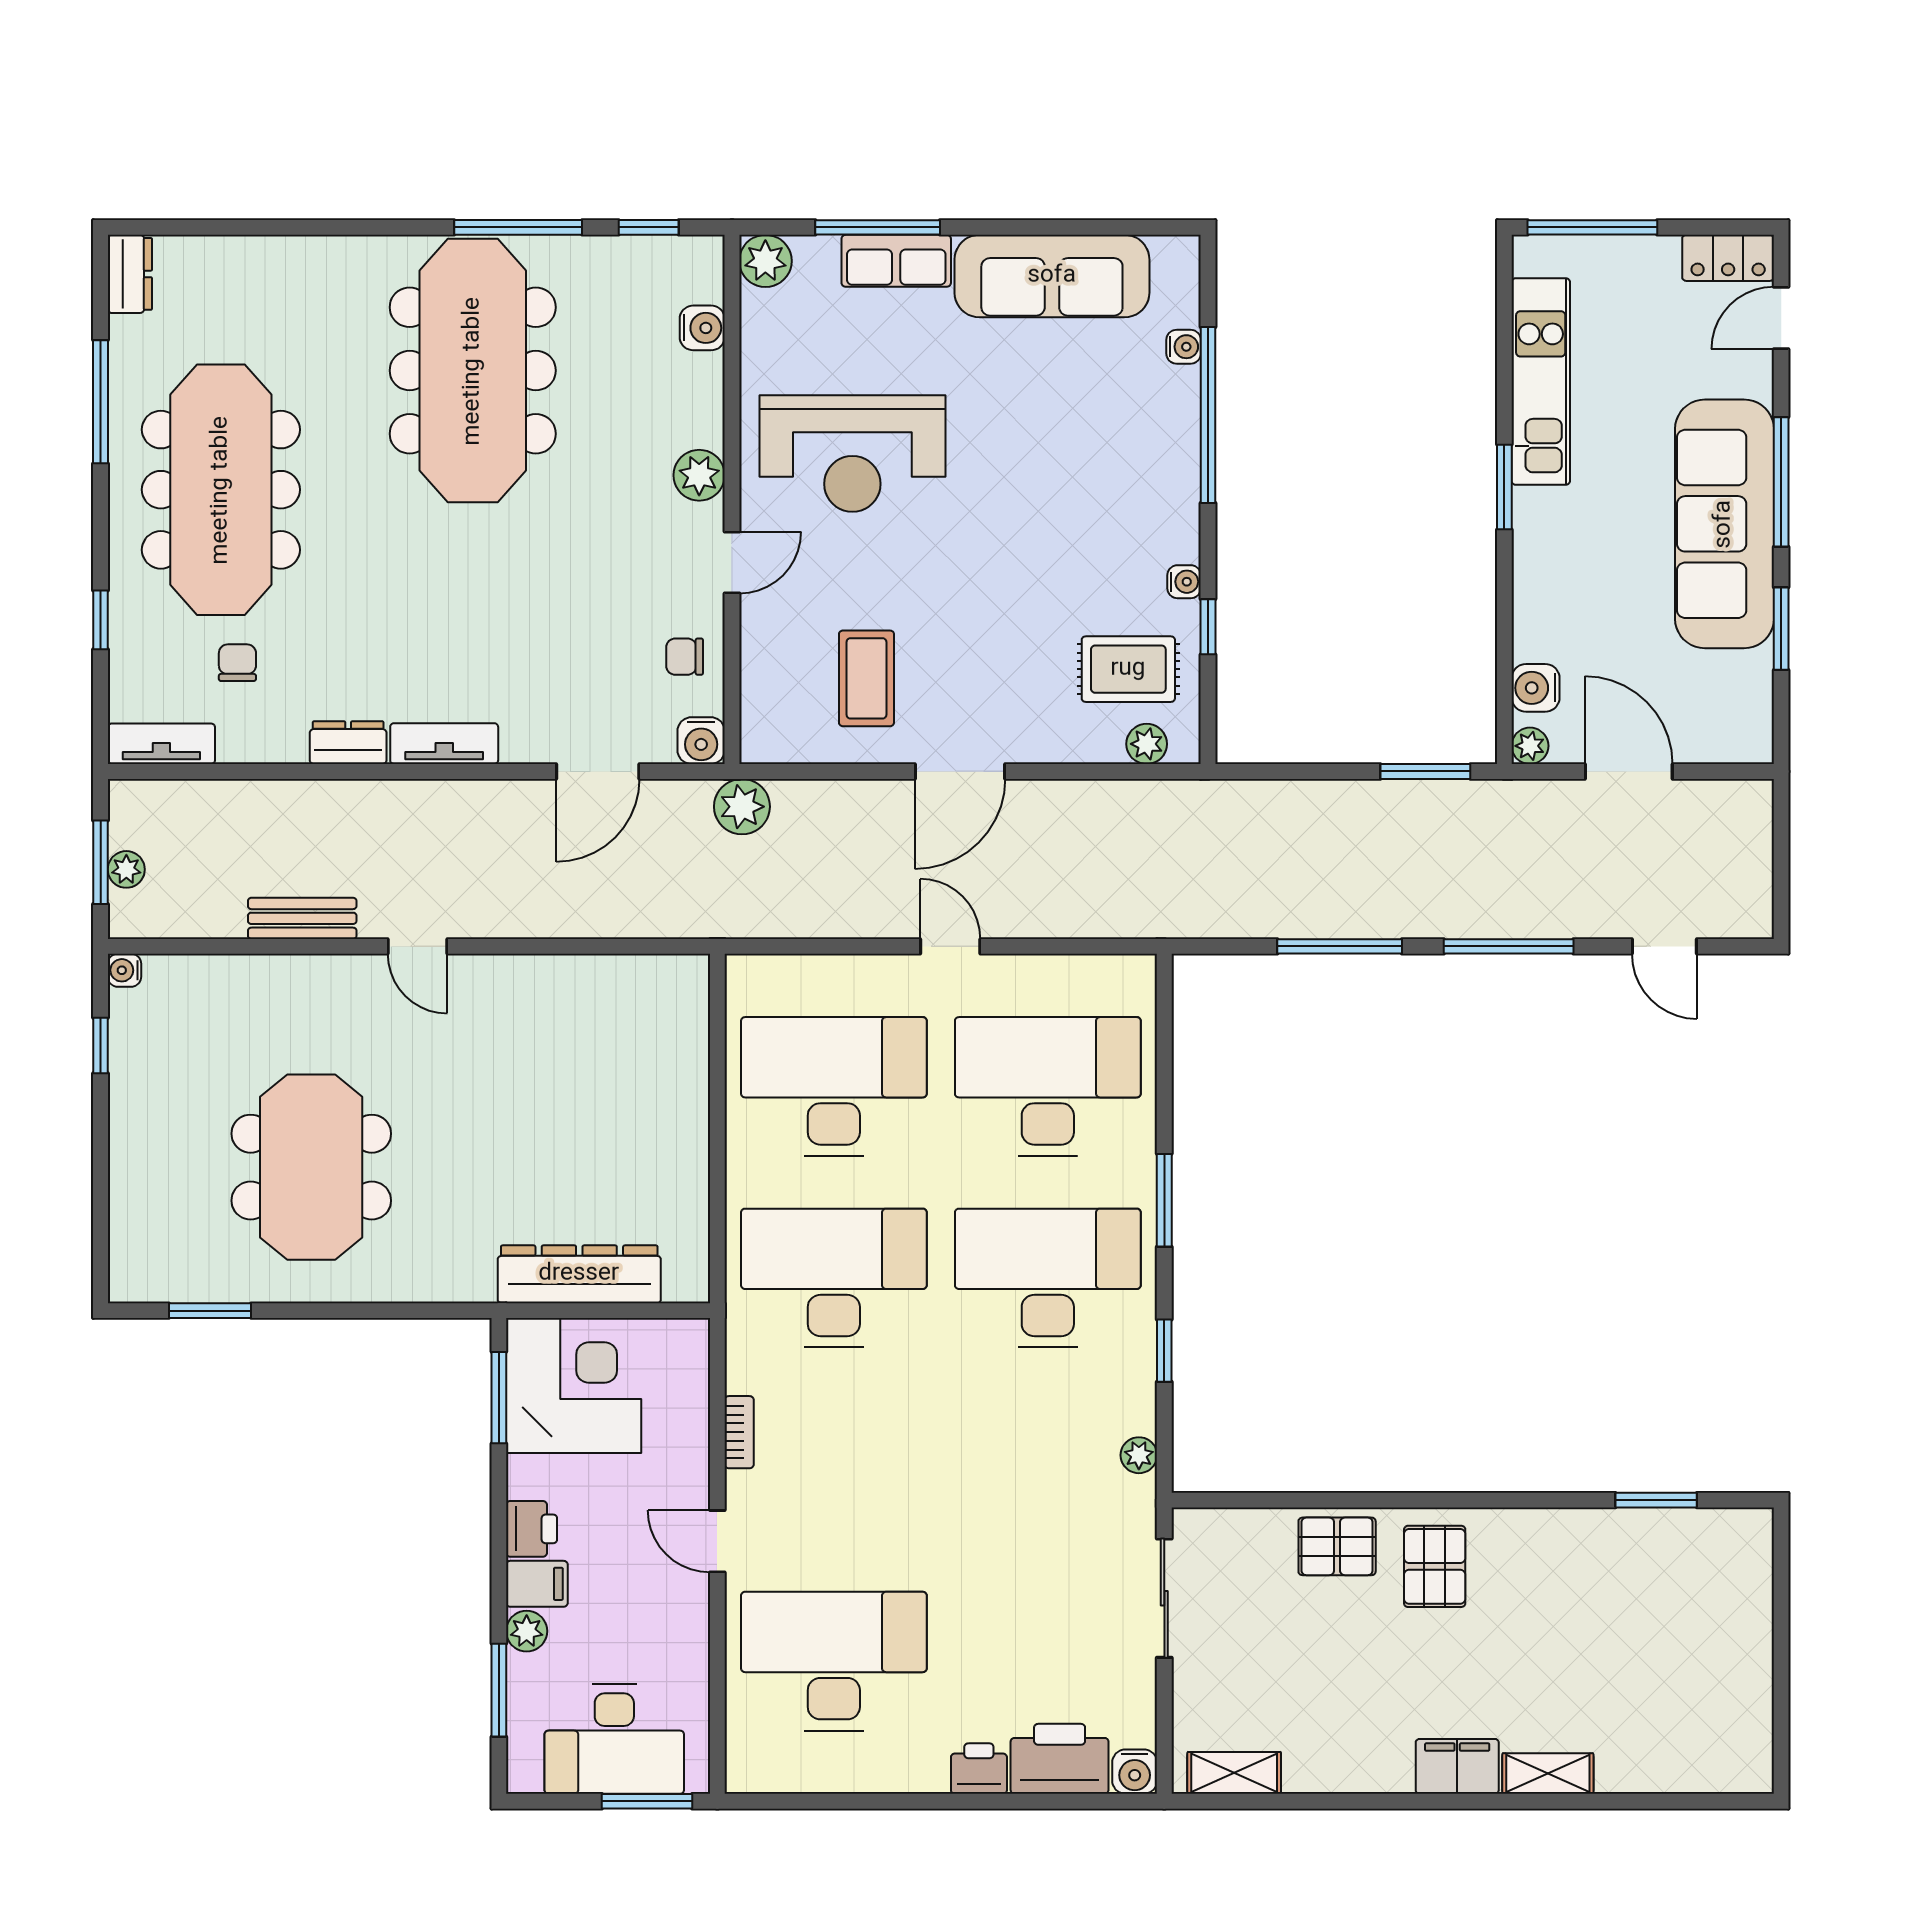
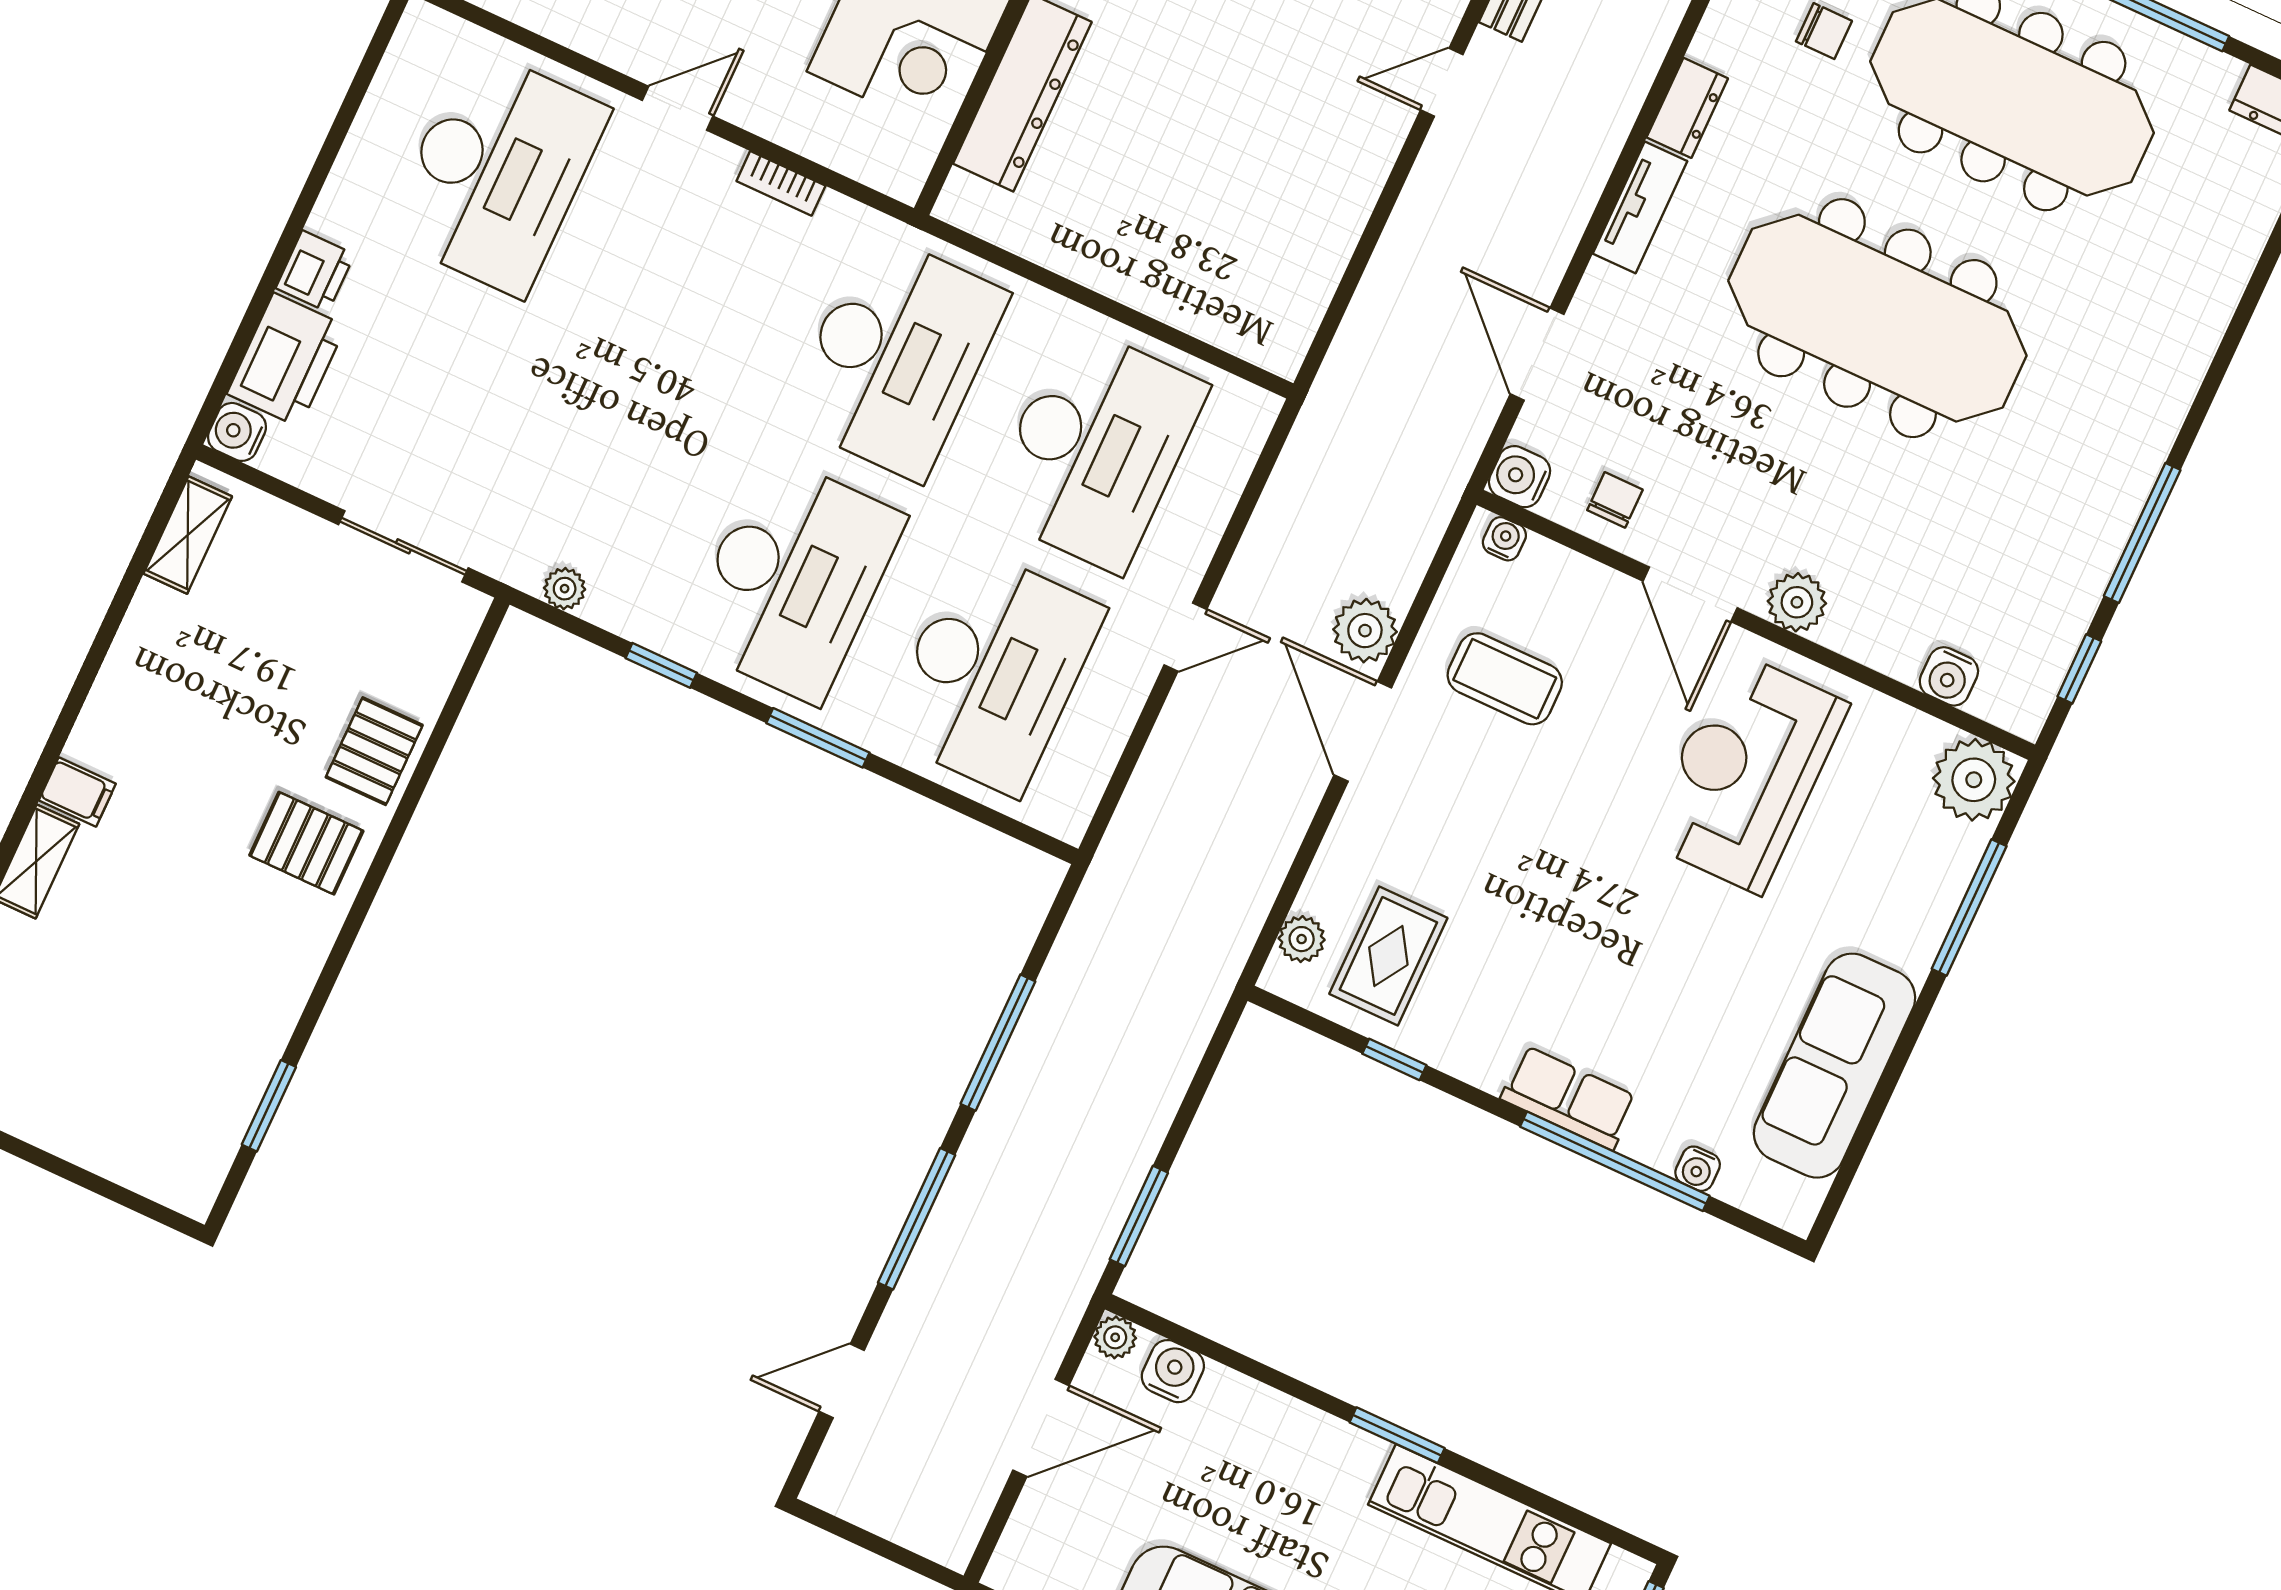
plant: (765, 261) -> (1974, 780), width x1.36, depth x1.36
row of seats: (896, 261) -> (1569, 1098), moved, turned 90
meeting table: (473, 371) -> (1877, 318), moved
door: (732, 563) -> (1690, 594), width x1.38
water cooler: (1184, 582) -> (1504, 539), moved, turned 180
plant: (742, 807) -> (1365, 631), moved
filing cabinet: (1457, 1766) -> (77, 792), width x0.50

